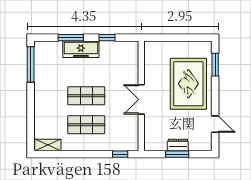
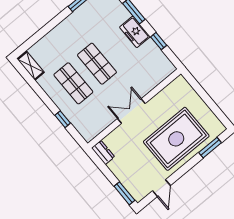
freezer: (81, 49) -> (135, 32), width x0.71
dresser: (178, 145) -> (103, 153), moved
window: (120, 154) -> (63, 119), moved
window: (177, 154) -> (124, 193), moved

